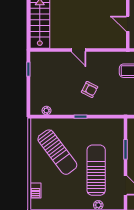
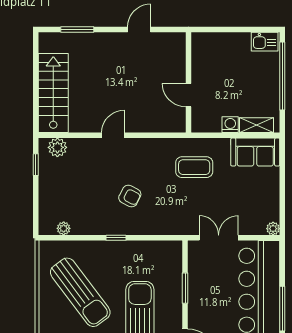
door: (79, 50) -> (113, 135), swing flipped
plant: (43, 58) -> (57, 147), added

